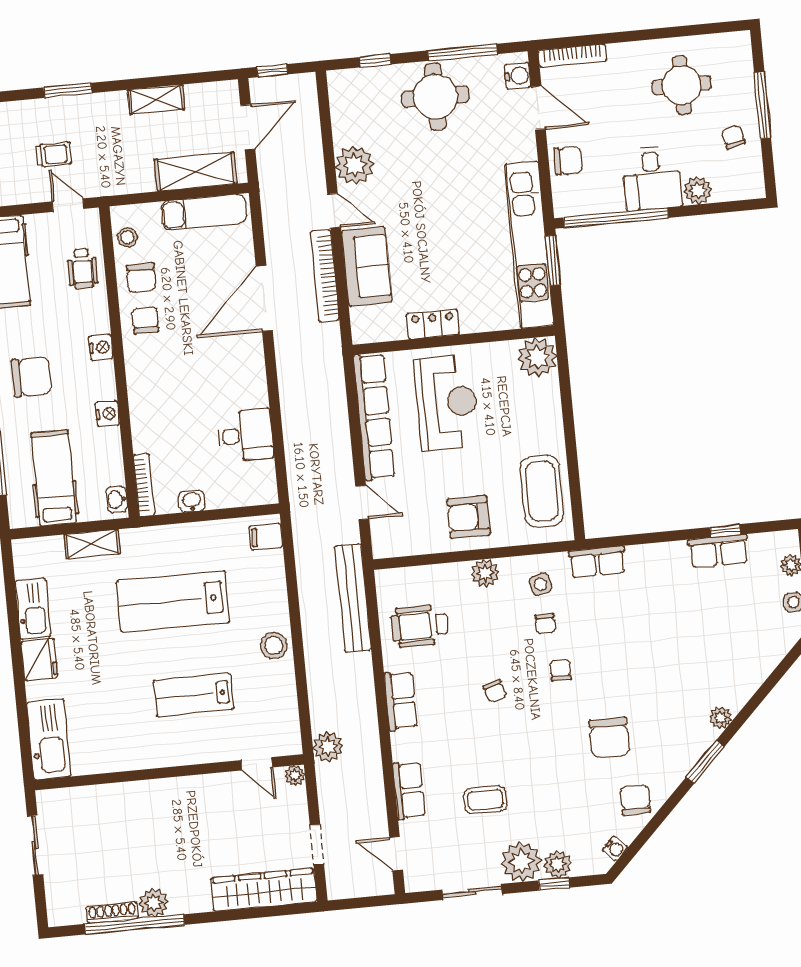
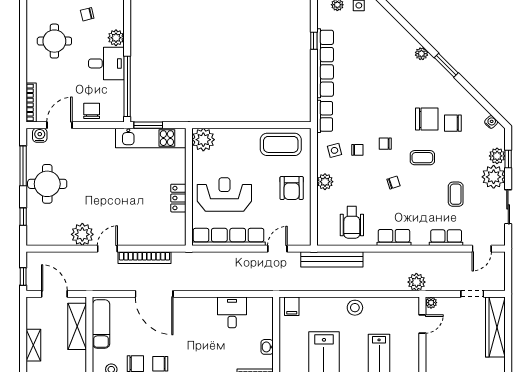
kitchen unit: (529, 245) -> (151, 138), width x0.73
sofa: (367, 266) -> (141, 233), removed
row of seats: (718, 551) -> (325, 63), width x2.02
coffee table: (542, 736) -> (422, 158), added
chair: (635, 800) -> (453, 123), moved

